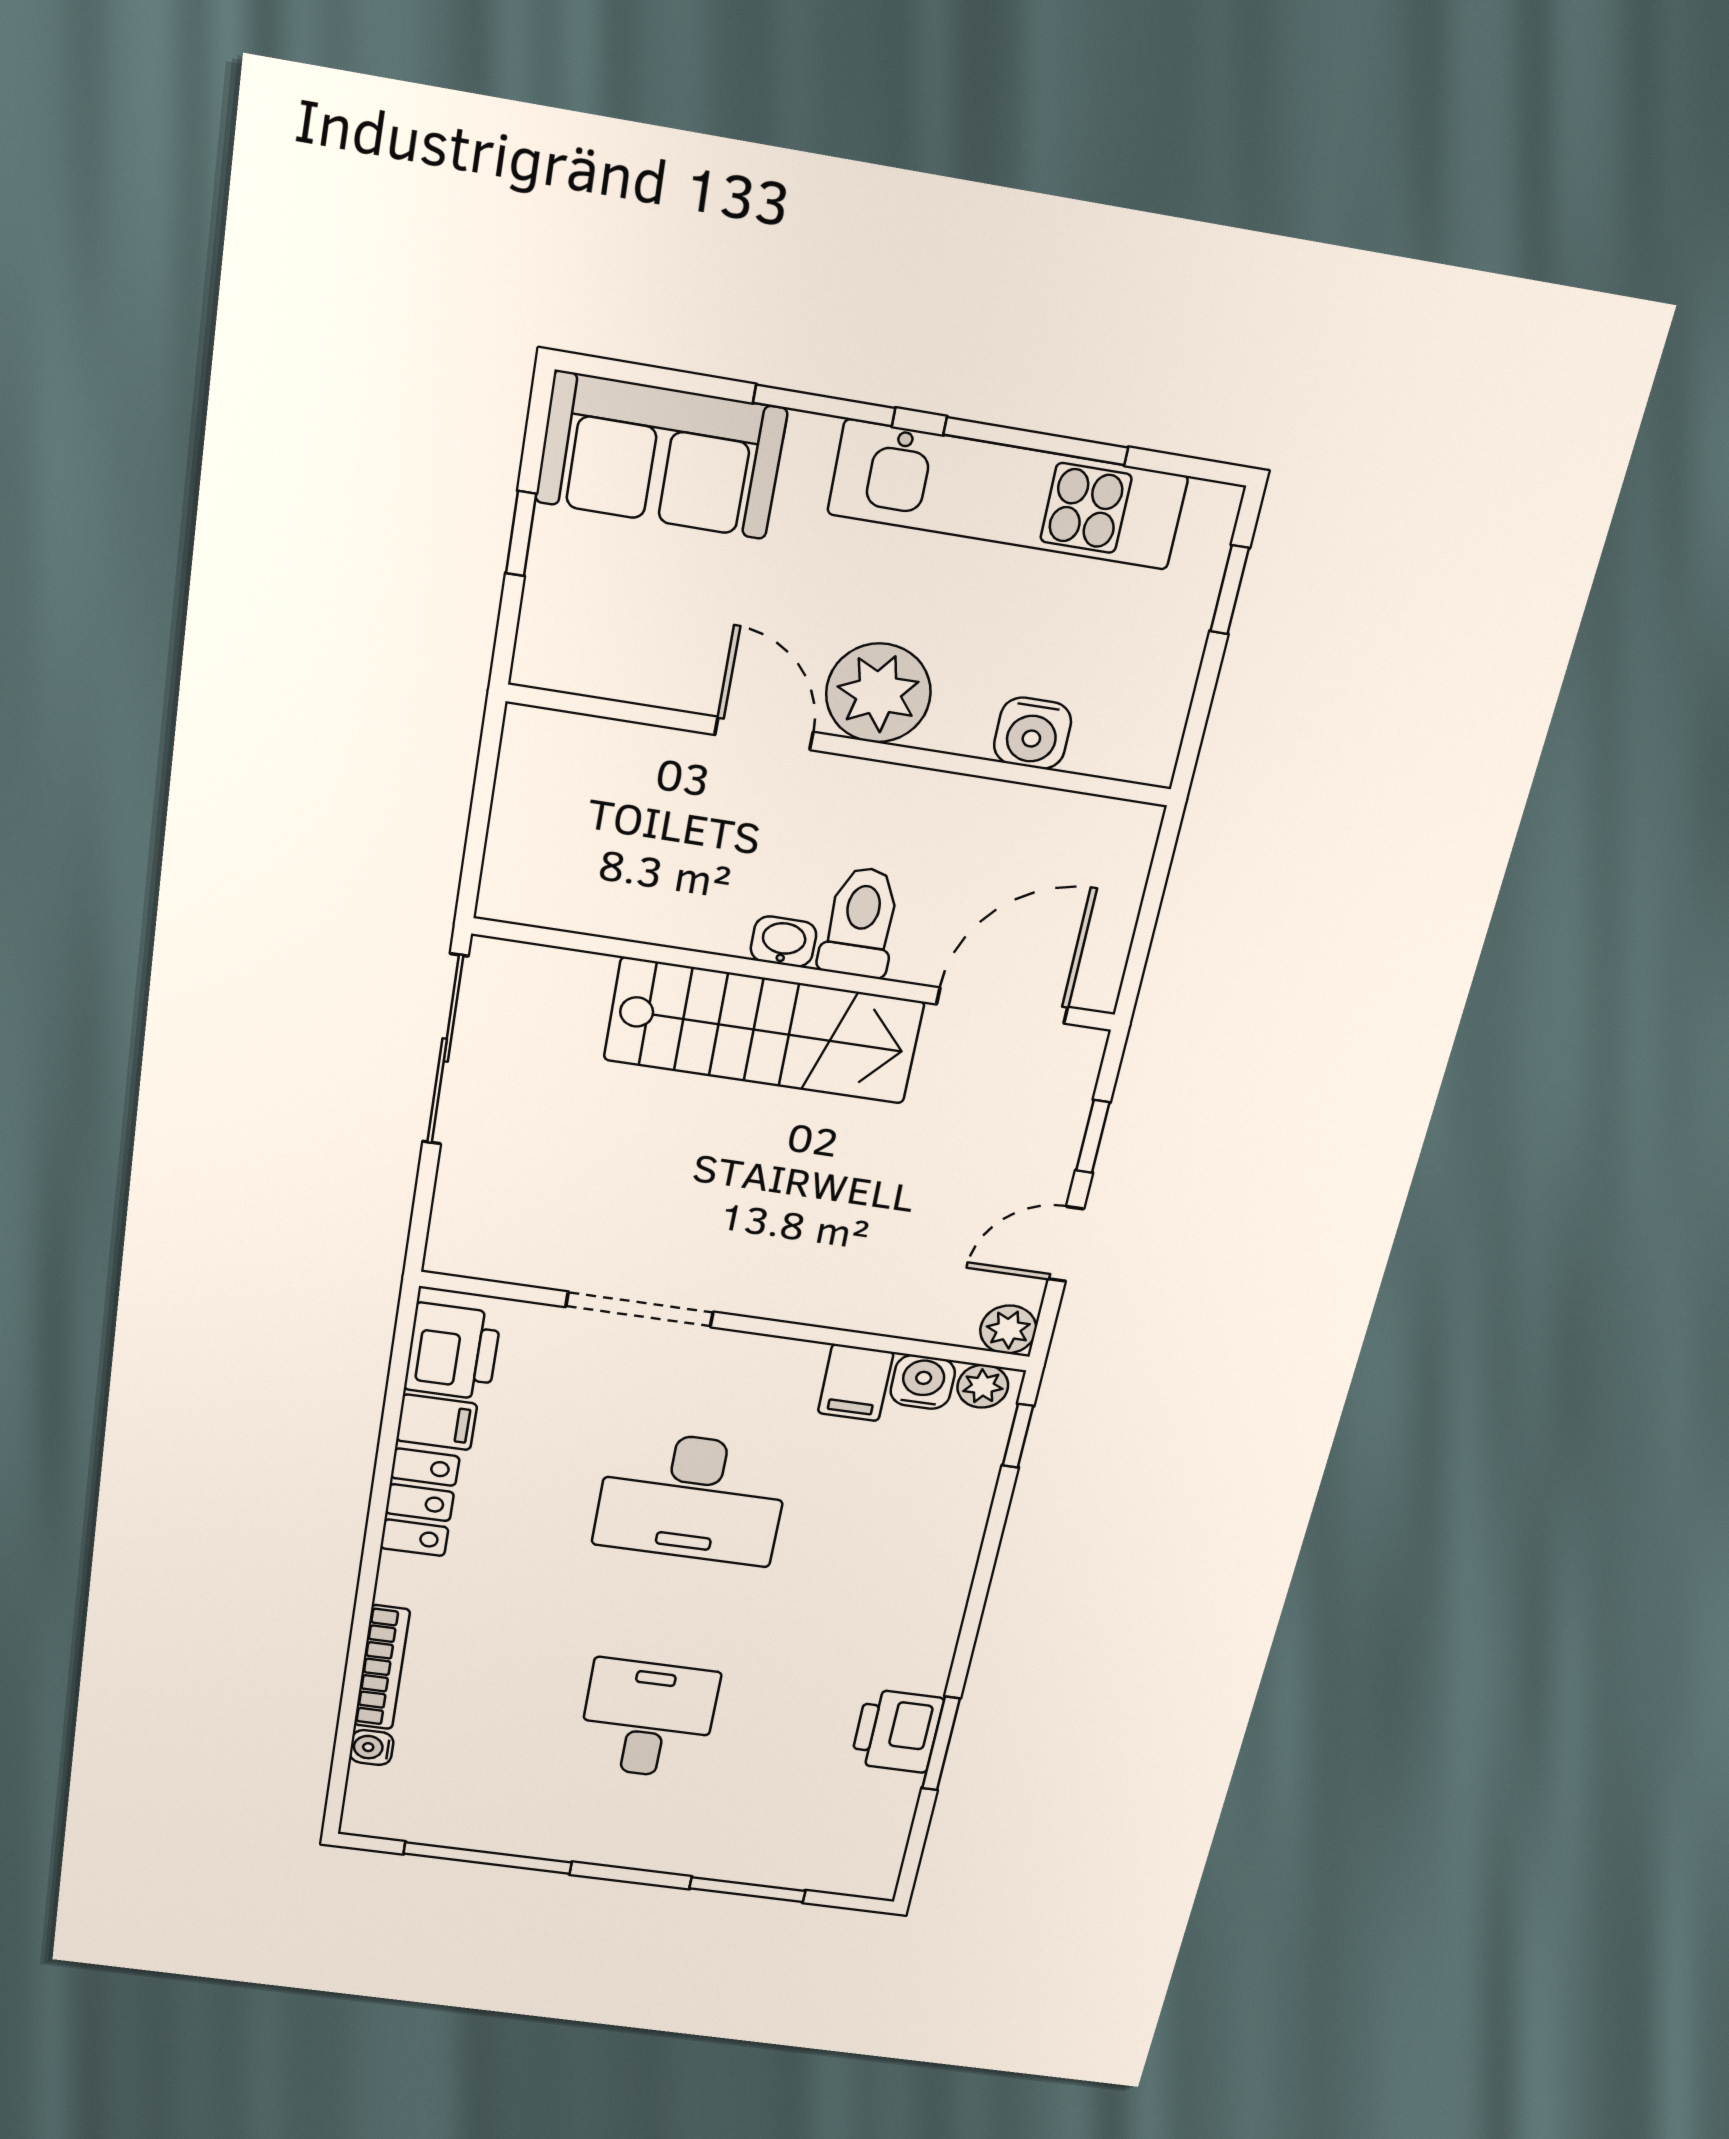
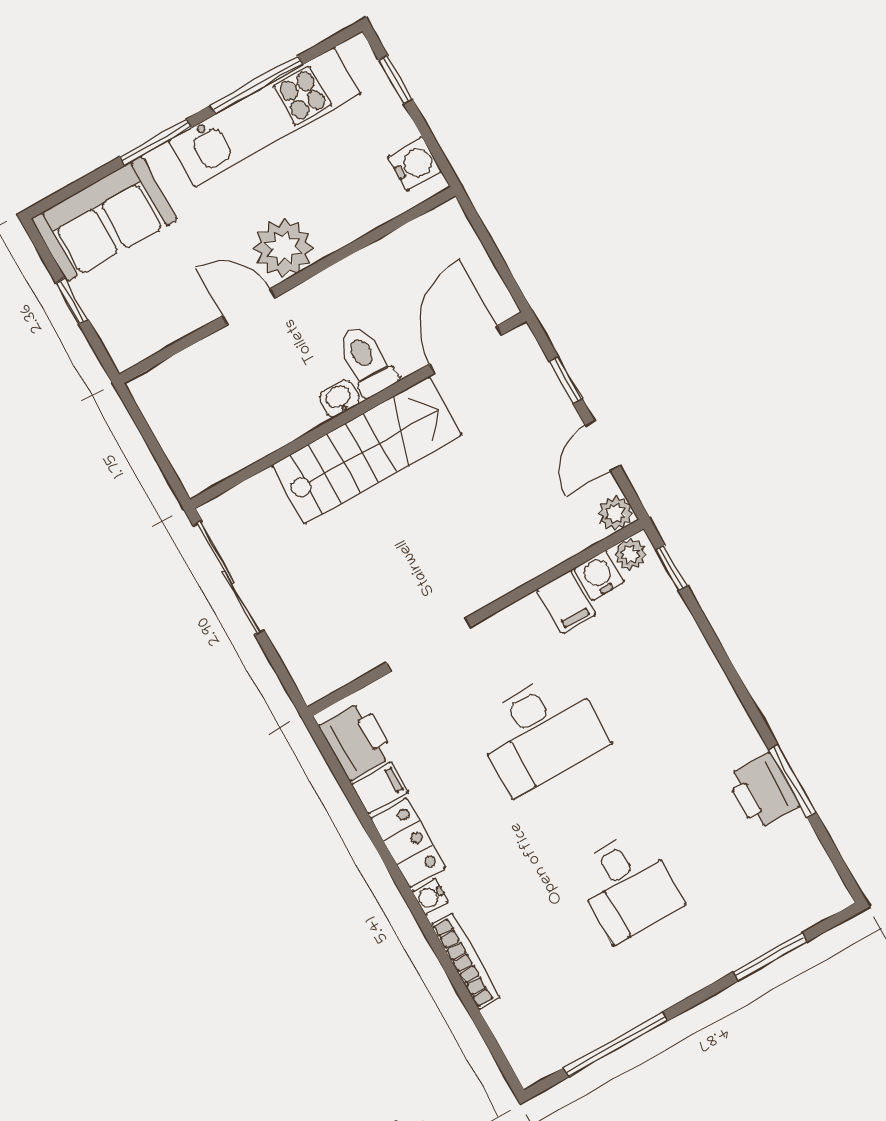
water cooler: (1033, 733) -> (415, 164), moved, turned -90
desk: (648, 1719) -> (628, 886), turned 180
water cooler: (371, 1748) -> (430, 896), moved

